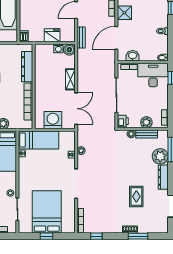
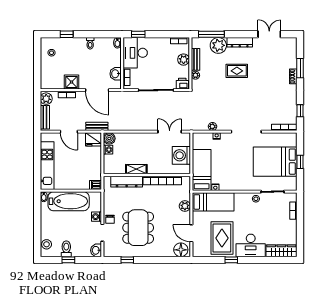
fridge: (52, 35) -> (94, 139), moved, turned -90
shelving: (70, 79) -> (136, 169), moved
double door: (76, 109) -> (170, 132), width x0.73
rug: (136, 196) -> (237, 71), moved

